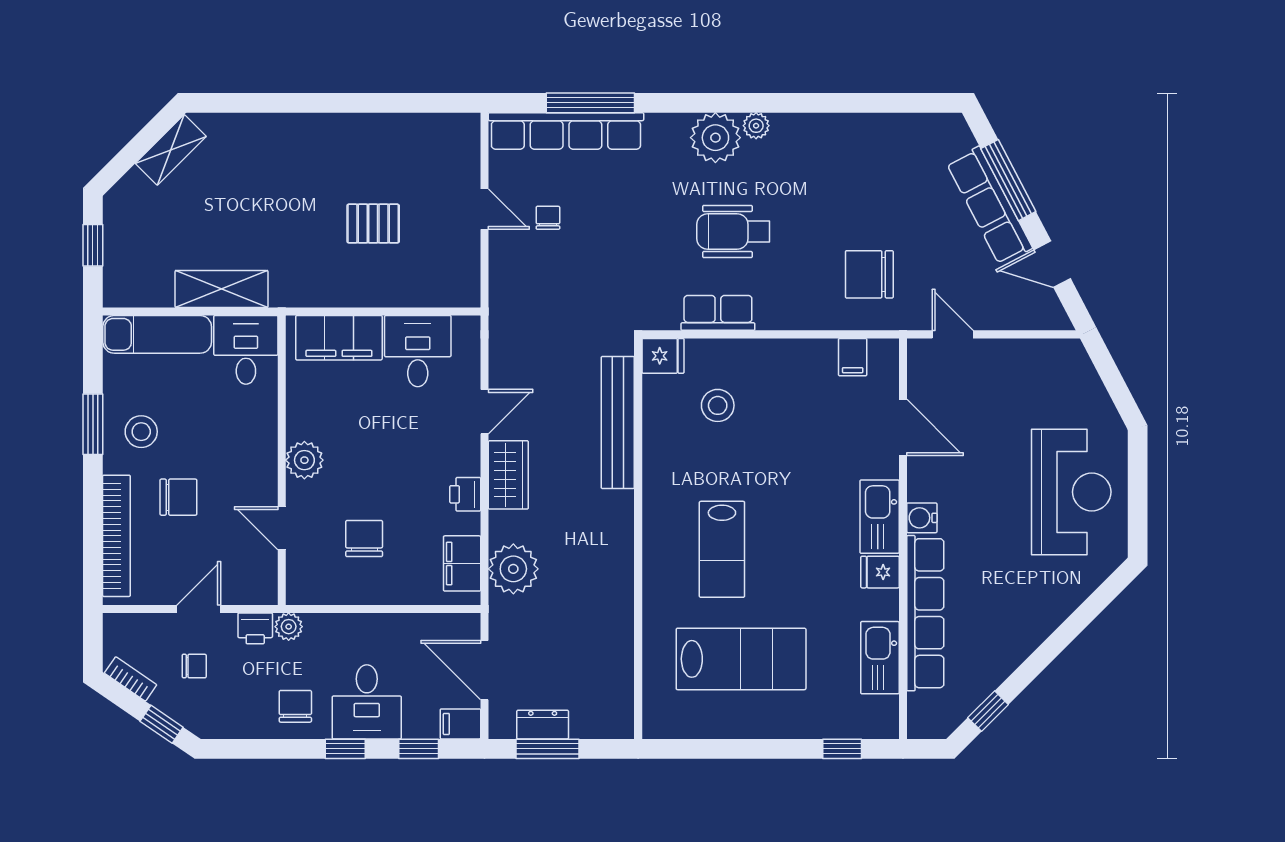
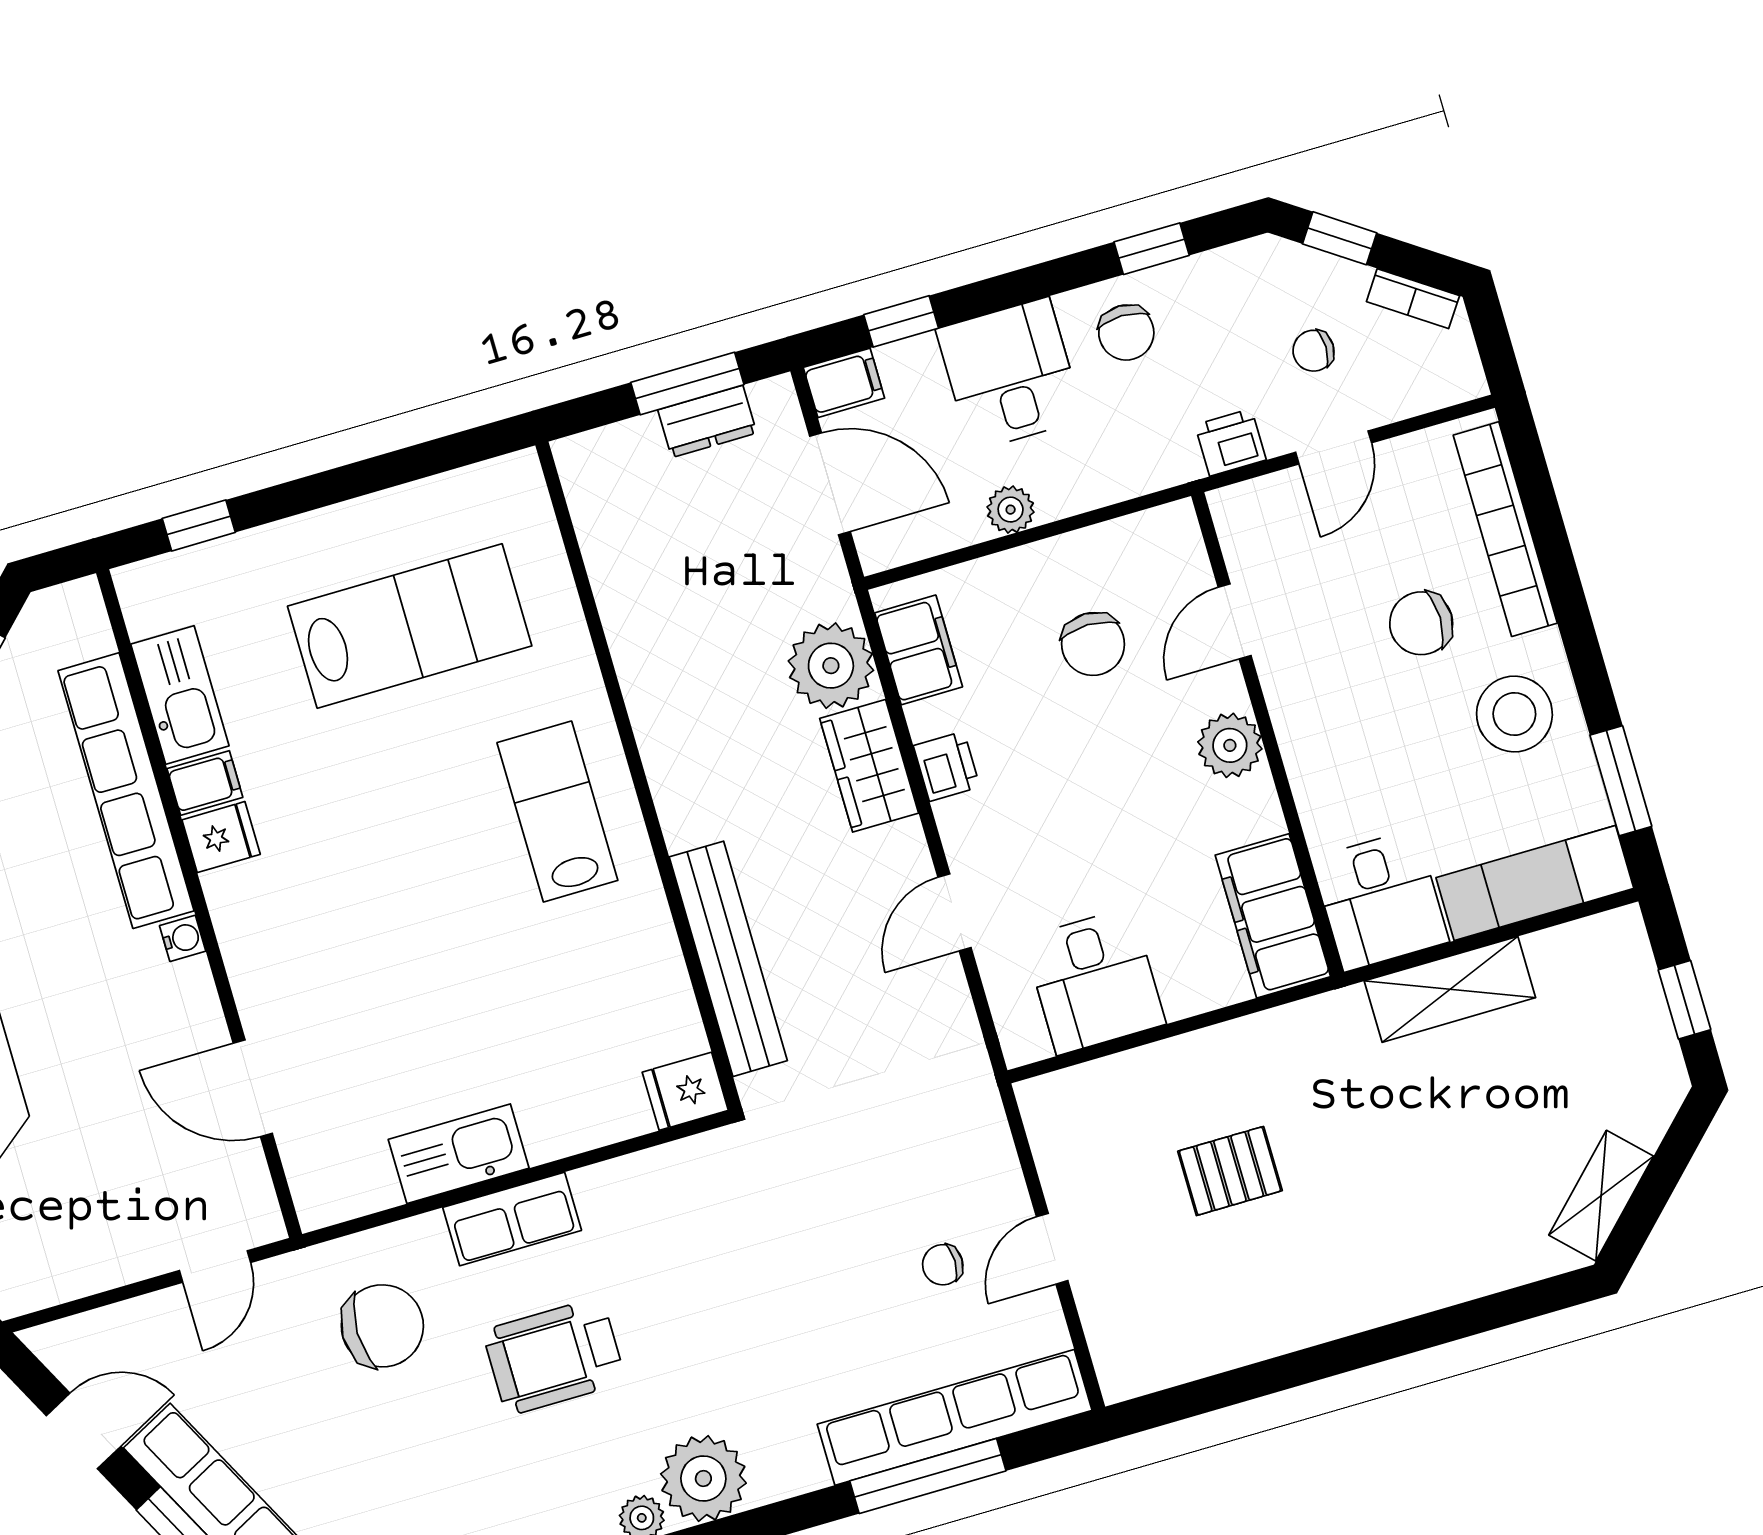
door: (484, 209) -> (1052, 1249), hinge flipped
chair: (548, 218) -> (943, 1265), turned 90
wheelchair: (733, 231) -> (554, 1356), moved, turned 180
row of seats: (718, 313) -> (512, 1219), moved
door: (953, 334) -> (215, 1267), hinge flipped
filing cabinet: (339, 338) -> (1273, 916), moved, turned -90
filing cabinet: (853, 357) -> (205, 783), moved, turned 90
stool: (718, 405) -> (571, 1035), removed
window: (93, 424) -> (1621, 781), moved
stool: (141, 432) -> (1514, 714), width x1.38, depth x1.38
wardrobe: (508, 475) -> (869, 766), moved
kitchen sink: (880, 517) -> (459, 1154), moved, turned -90
water cooler: (922, 518) -> (183, 938), width x0.72, depth x0.72
door: (282, 528) -> (1235, 621), swing flipped
lab bench: (722, 549) -> (557, 811), moved
plant: (289, 627) -> (1011, 510), moved
lab bench: (741, 659) -> (410, 626), turned 180
window: (345, 749) -> (1152, 249), moved

